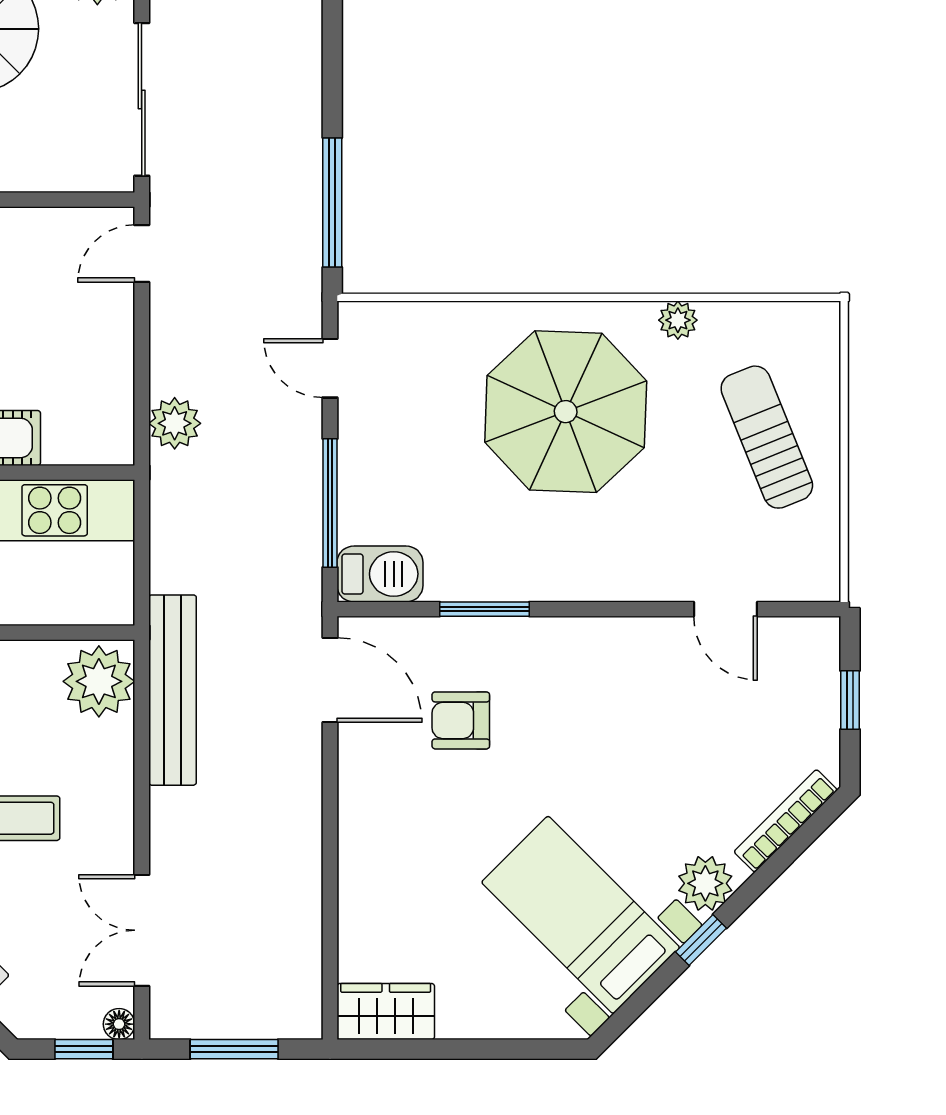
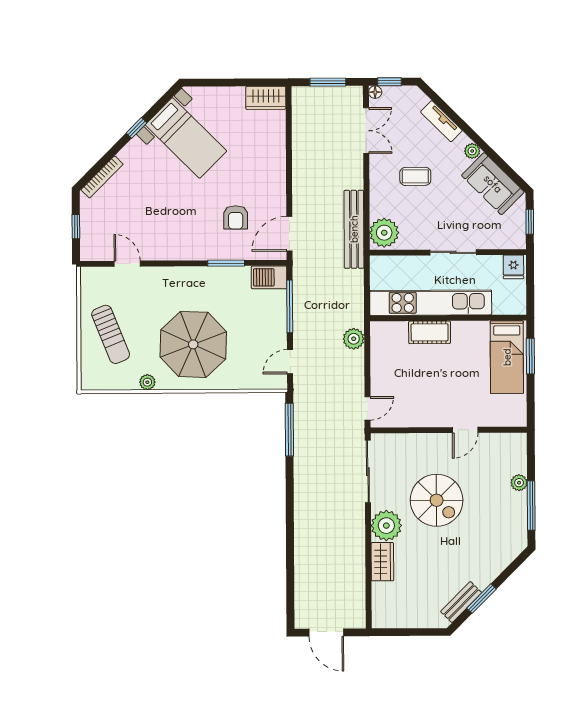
door: (330, 368) -> (290, 362), swing flipped
door: (330, 680) -> (289, 234), hinge flipped
armchair: (461, 720) -> (236, 217), turned 90
plant: (705, 883) -> (135, 151), removed

